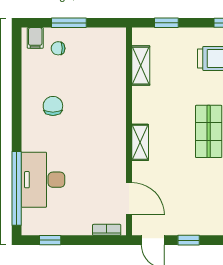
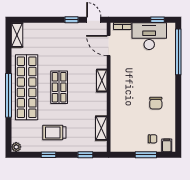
desk: (43, 180) -> (149, 36), moved, turned -90

